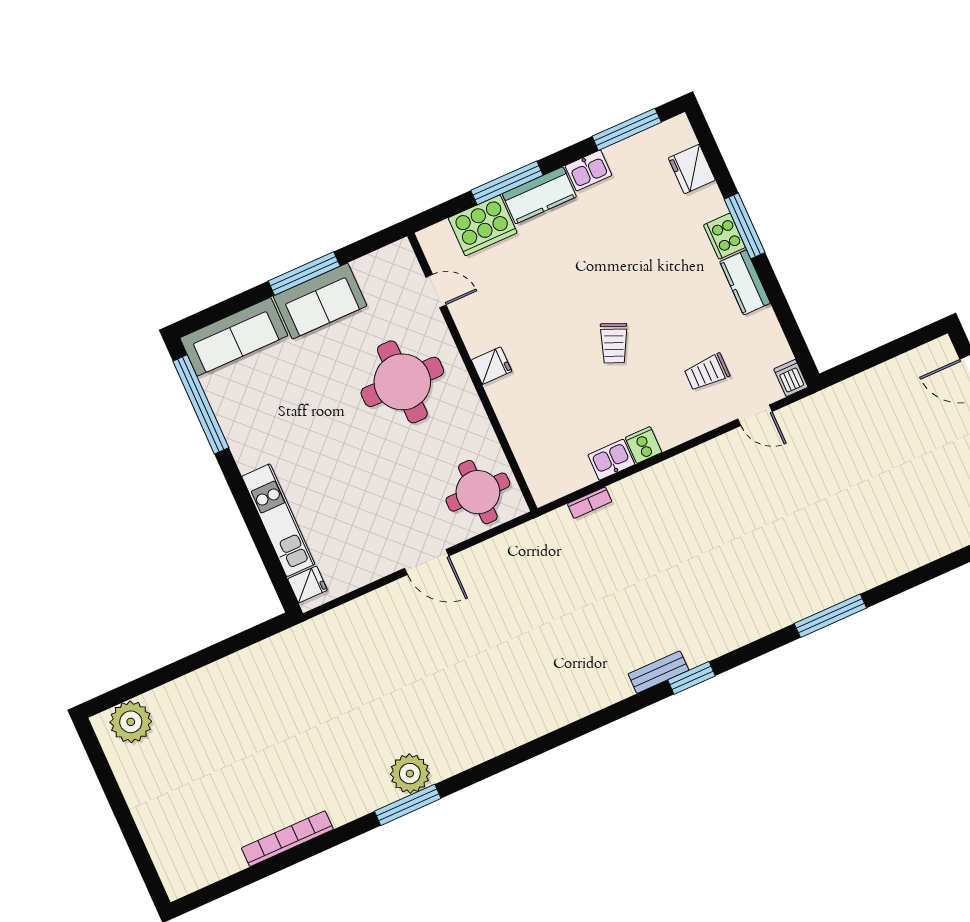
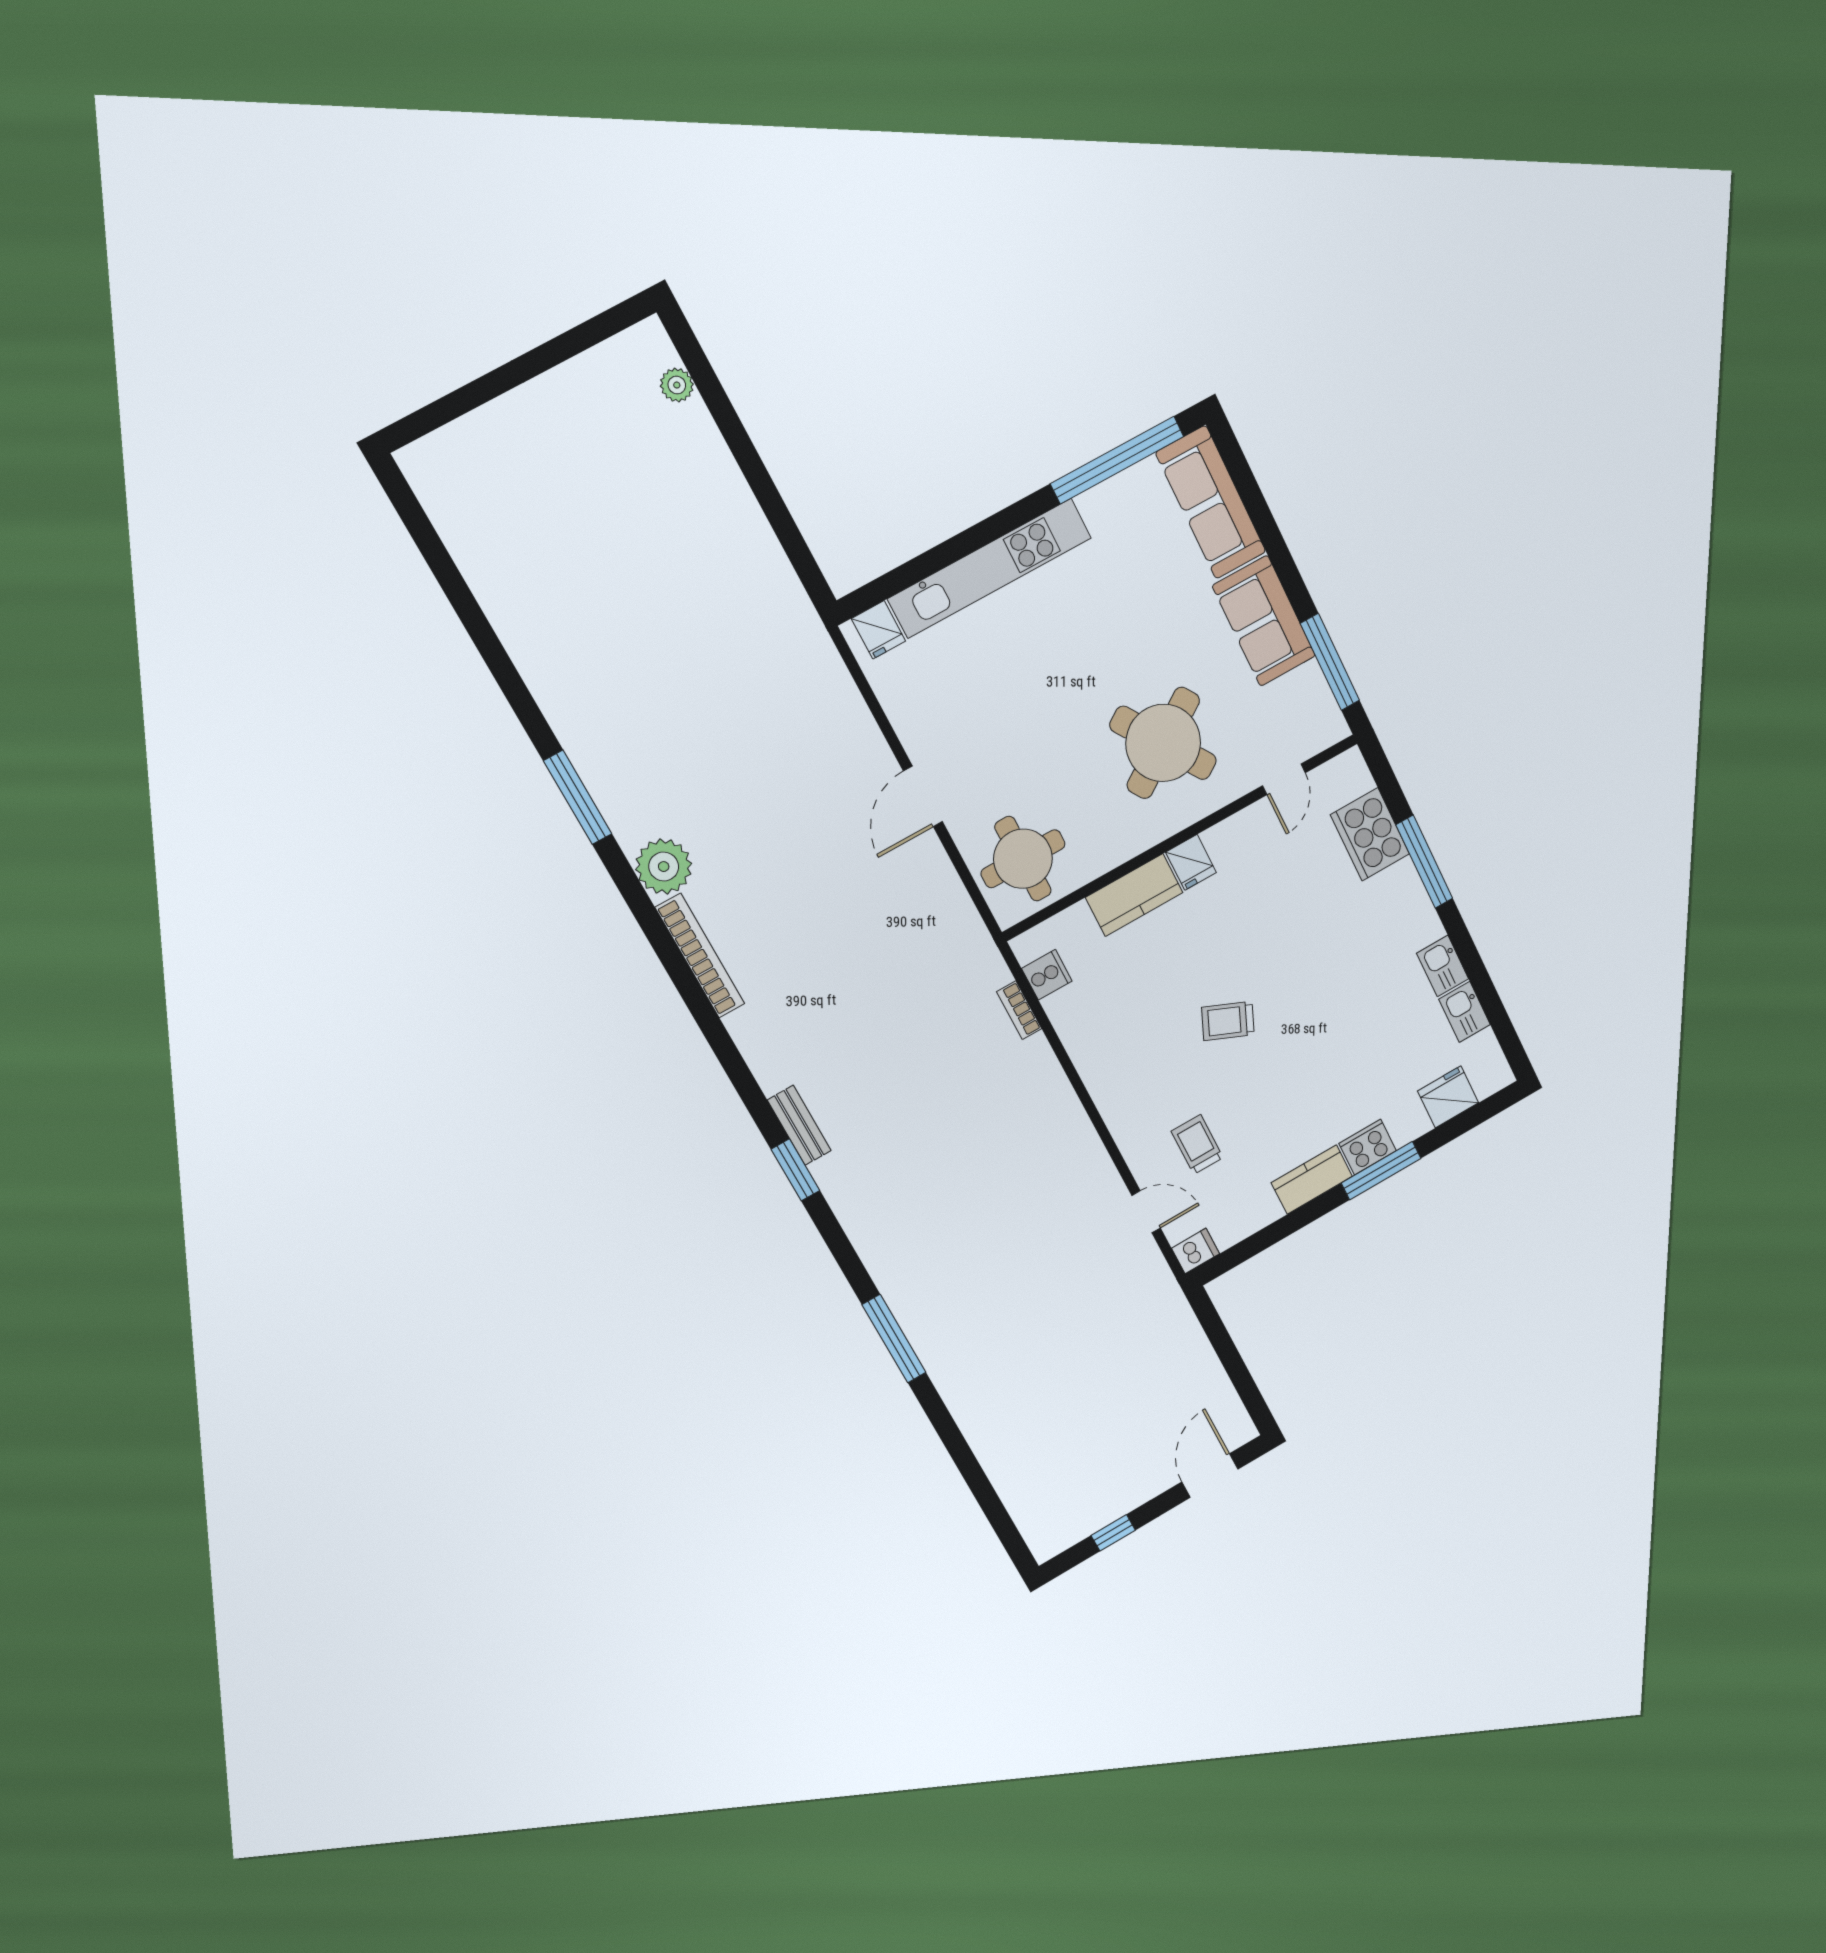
window: (627, 129) -> (1494, 1010), removed
kitchen counter: (539, 195) -> (1134, 895), moved, turned -90
window: (304, 274) -> (1330, 662), moved
round table: (402, 382) -> (1163, 743), turned -34
door: (755, 415) -> (1146, 1212), swing flipped
cooker: (644, 445) -> (1047, 975), moved
kitchen sink: (611, 460) -> (1465, 1012), moved, turned 180
kitchen unit: (278, 520) -> (990, 568), width x1.36
plant: (131, 722) -> (677, 385), width x0.53, depth x0.53
plant: (410, 774) -> (664, 867), moved
bookcase: (287, 839) -> (700, 956), moved

